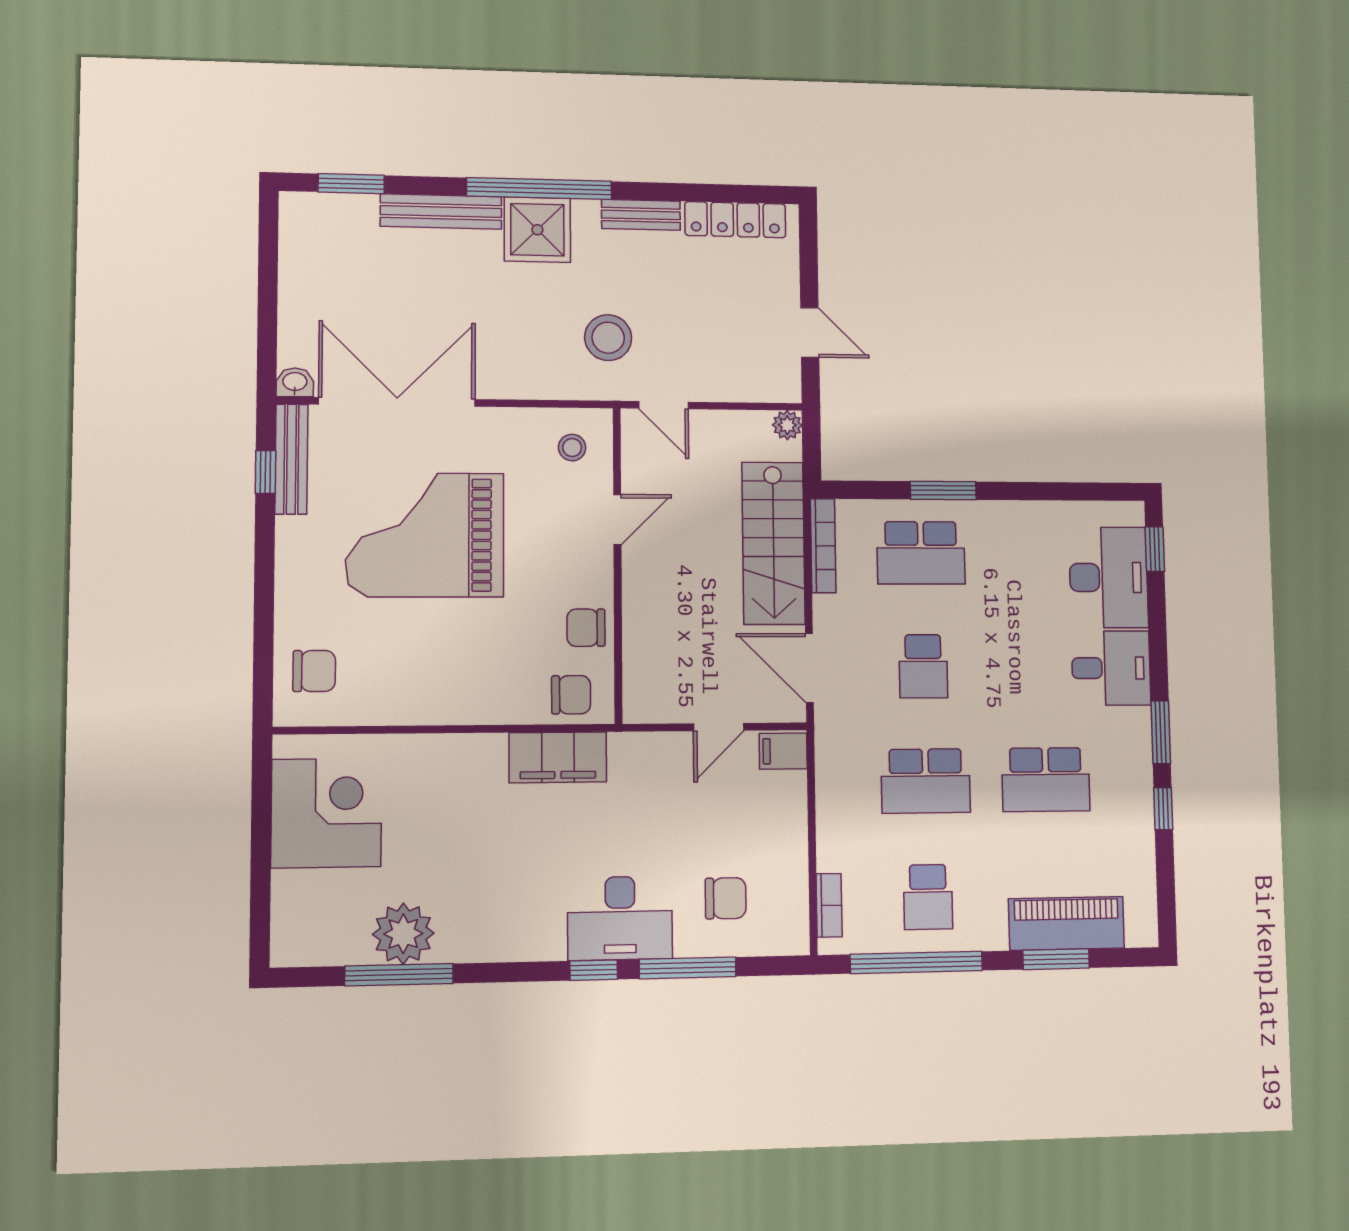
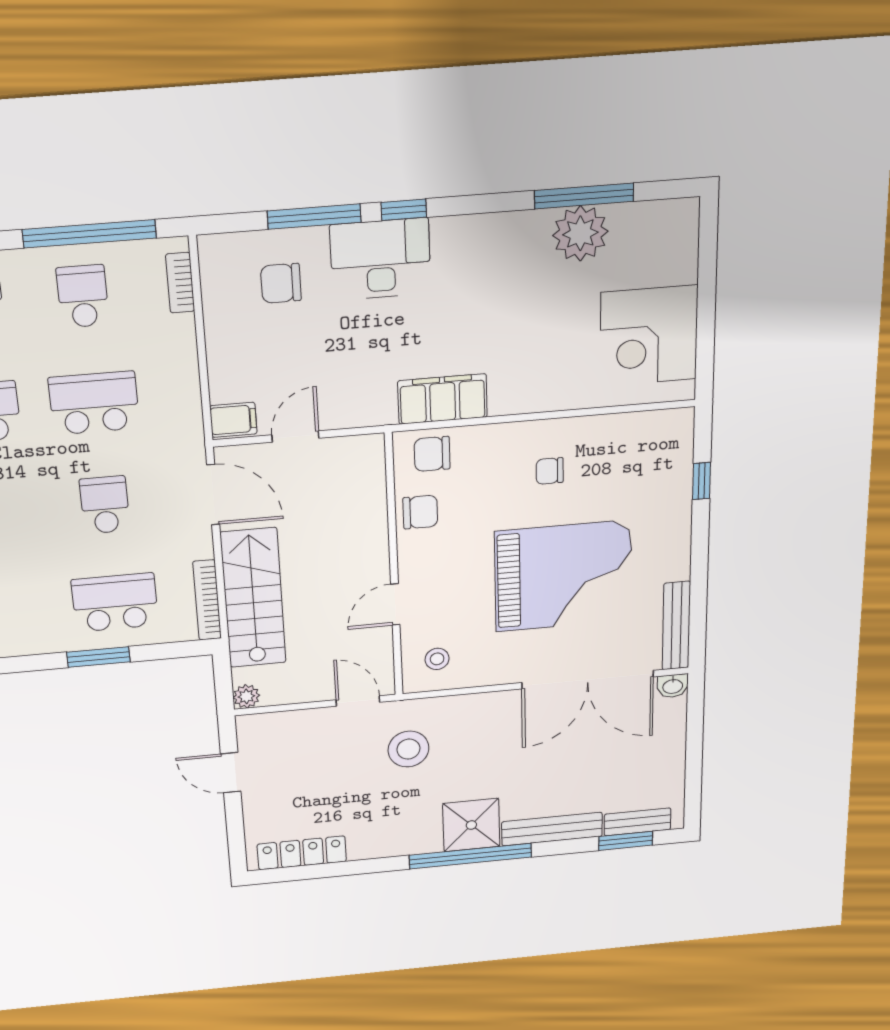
bench: (641, 215) -> (638, 822), moved
window: (265, 472) -> (701, 481), moved
chair: (314, 671) -> (550, 471), moved, width x0.73, depth x0.73

